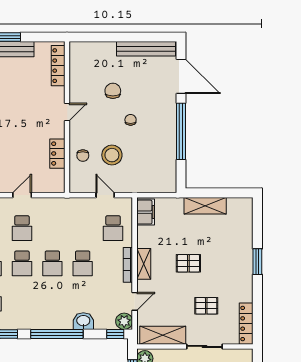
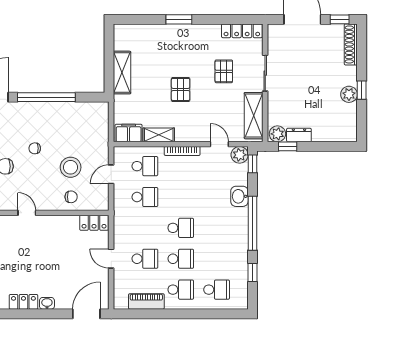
locker: (57, 154) -> (94, 223), moved
school desk: (83, 263) -> (145, 197), moved
shelving: (144, 264) -> (159, 135), moved

